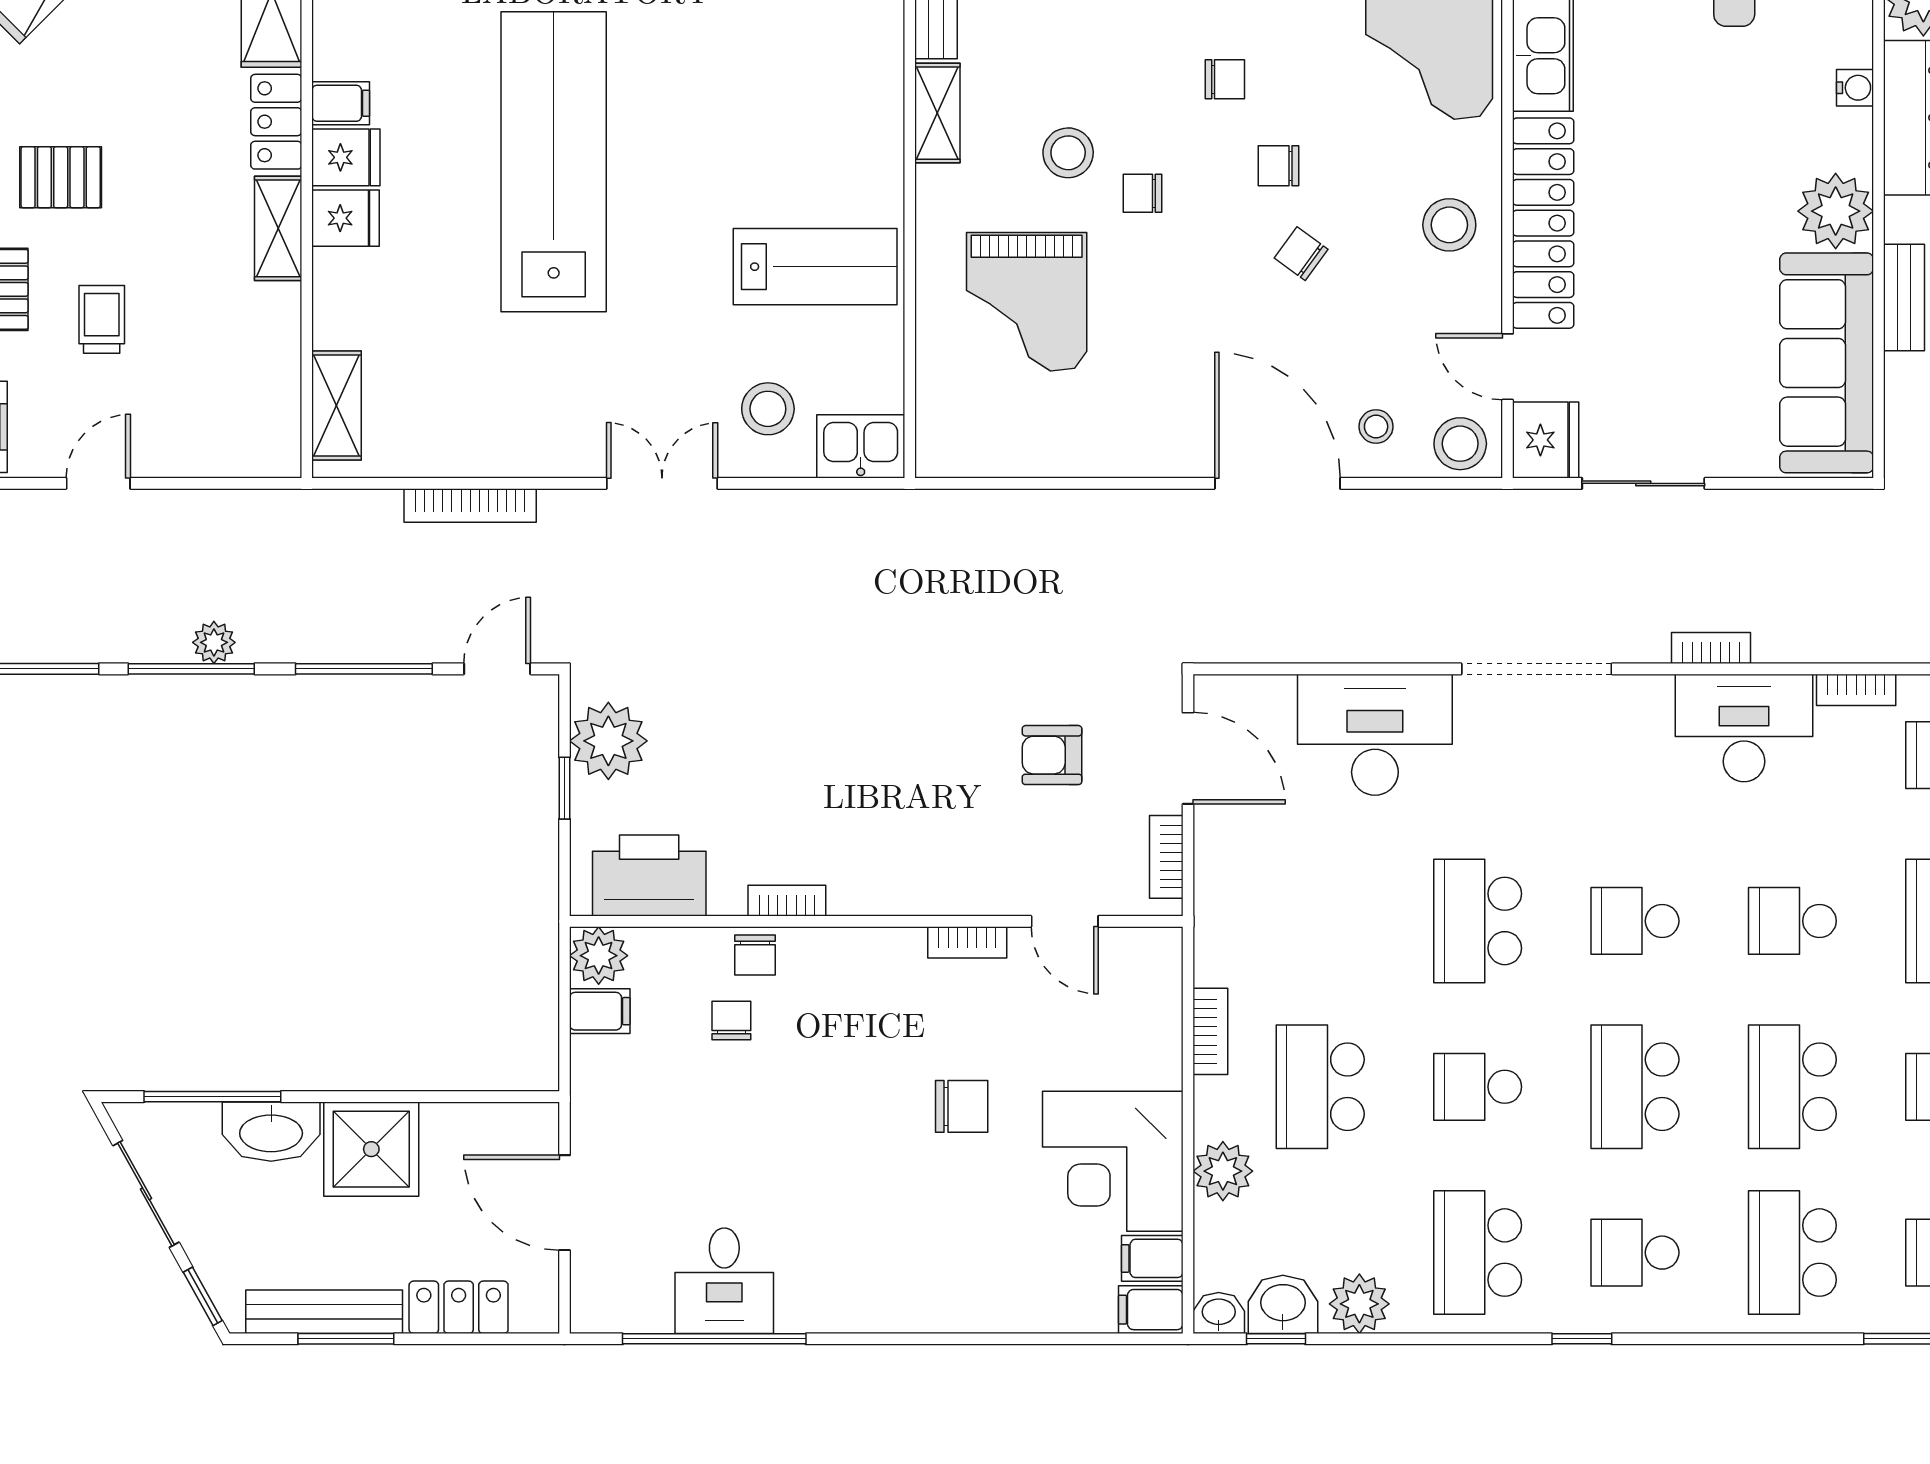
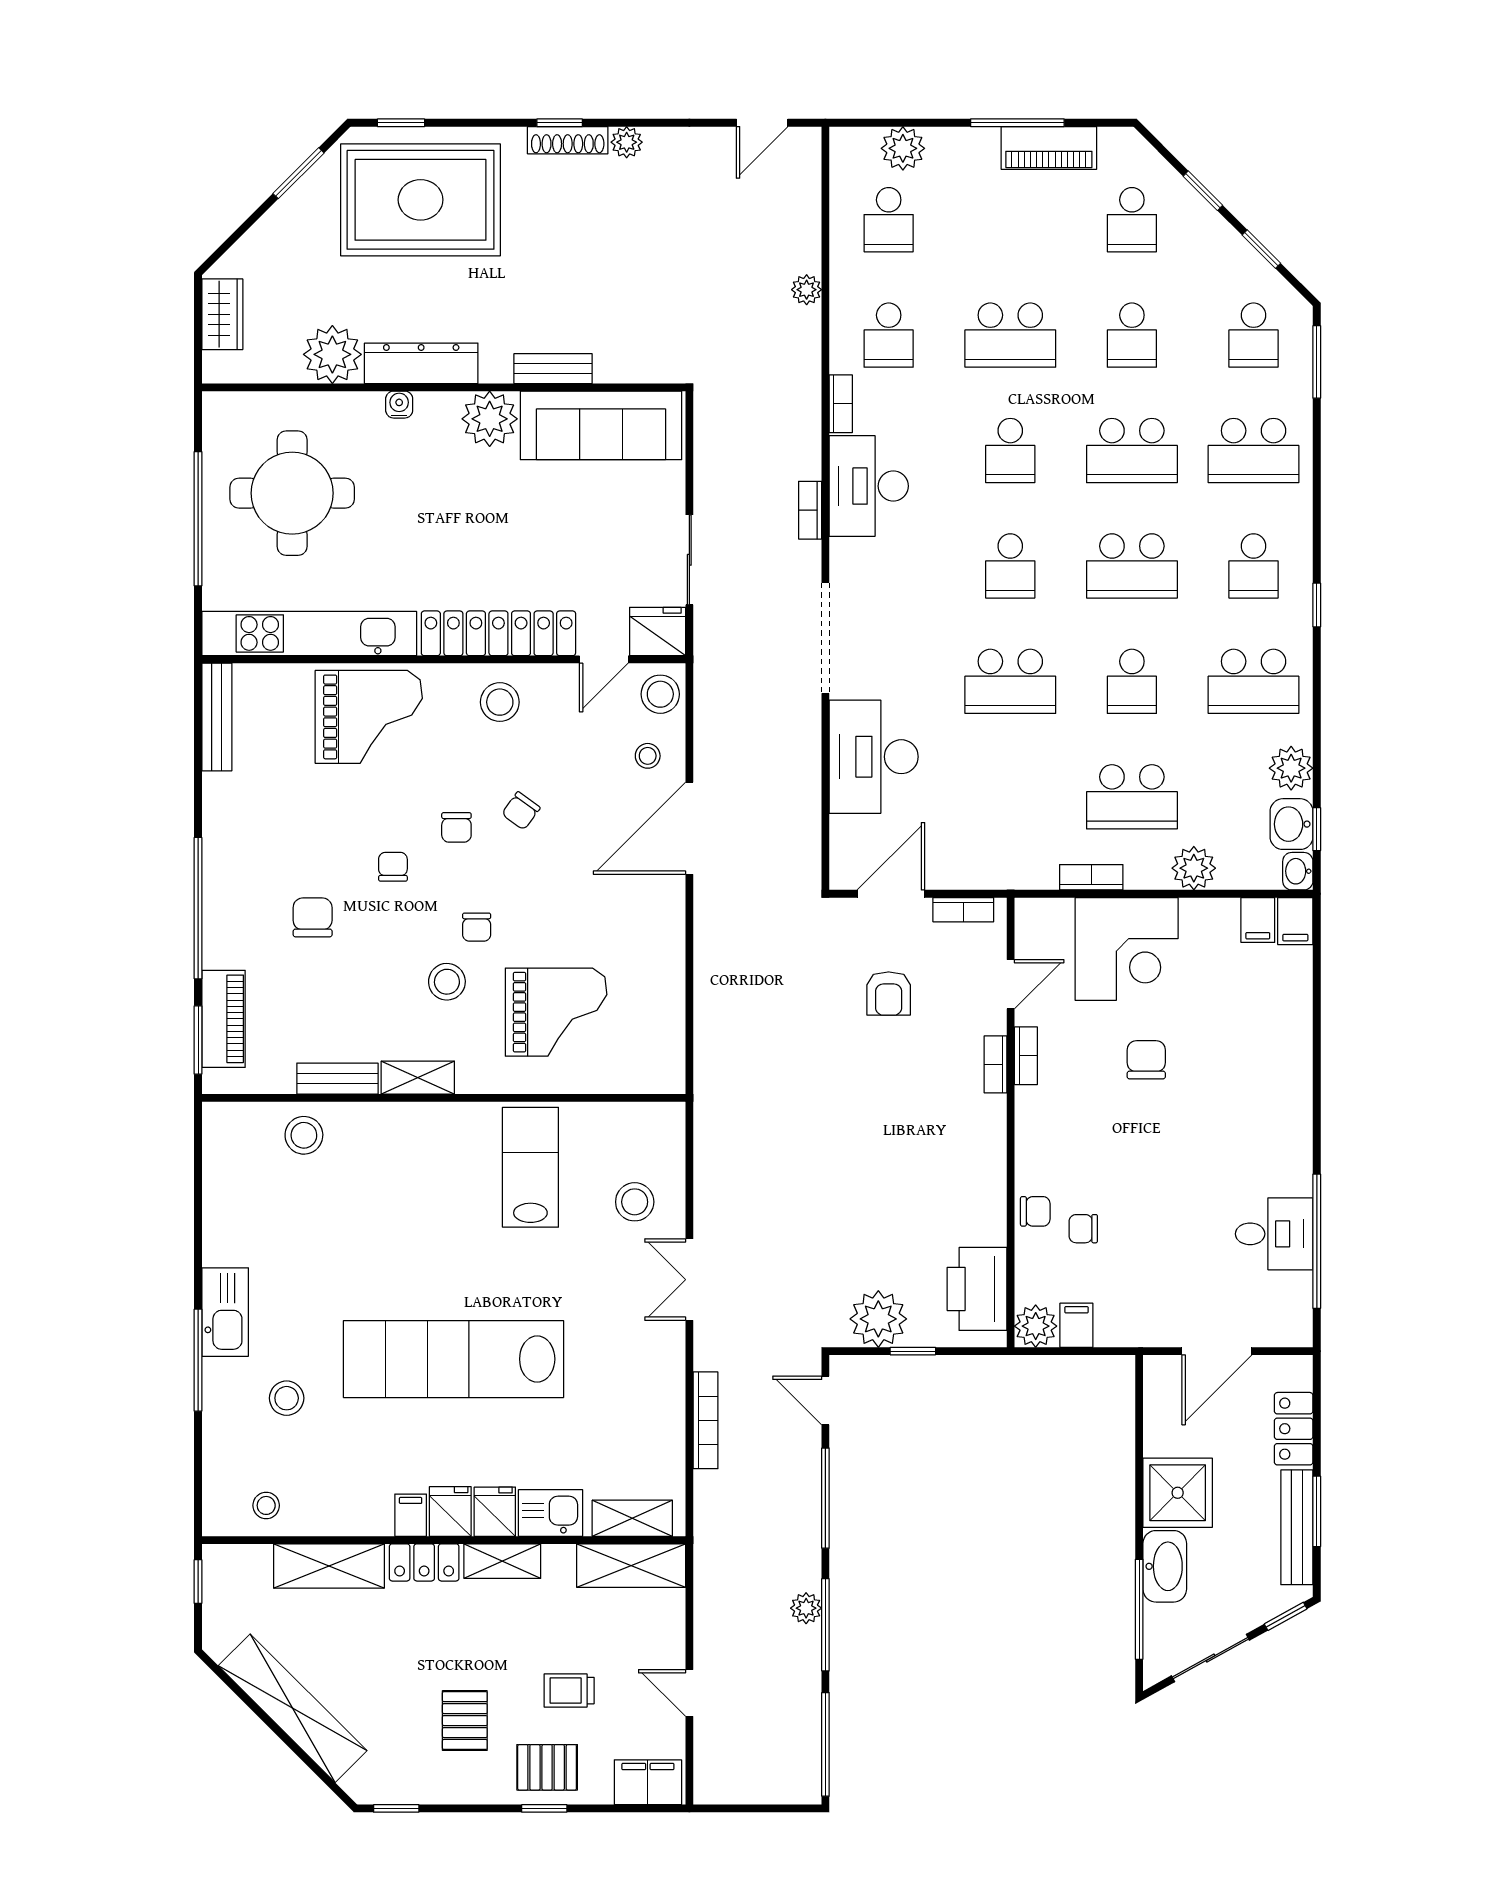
shelving: (272, 404) -> (631, 1566), added
kitchen sink: (861, 446) -> (551, 1513), moved, turned 90
bookcase: (787, 901) -> (995, 1064), moved
corner desk: (1113, 1161) -> (1127, 949), moved

